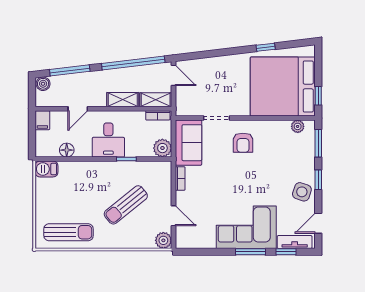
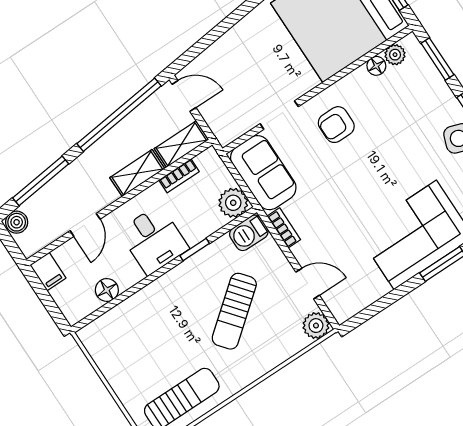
bookcase: (158, 115) -> (179, 176), moved
floor lamp: (284, 126) -> (376, 66), added
armchair: (243, 143) -> (336, 125), turned 90
barbecue: (46, 169) -> (249, 233), moved

